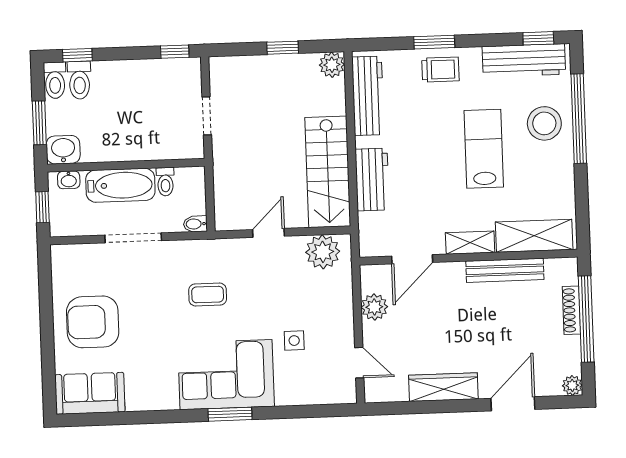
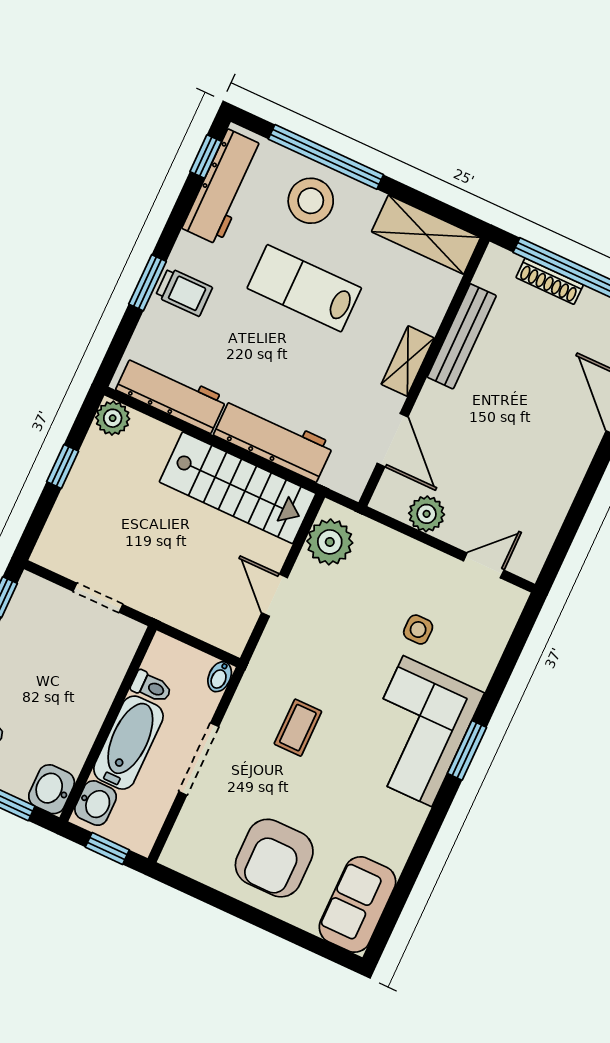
trolley: (440, 70) -> (184, 292), turned 90
washbasin: (69, 180) -> (96, 803), width x1.38, depth x1.45
workbench: (372, 180) -> (274, 439), width x1.38
shelving: (534, 236) -> (426, 235), moved, turned 90
coffee table: (208, 295) -> (298, 728), moved
wardrobe: (443, 387) -> (564, 480), removed

